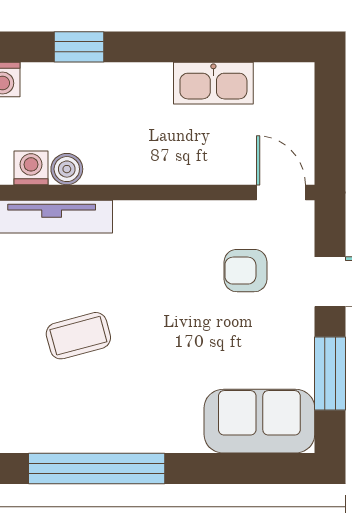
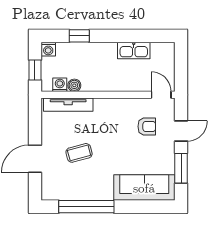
armchair: (246, 271) -> (147, 126), turned 180
sofa: (259, 421) -> (144, 188), width x1.36

